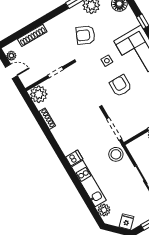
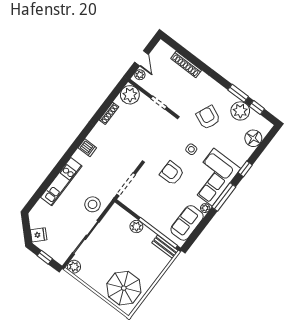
plant: (11, 56) -> (140, 75), moved
armchair: (121, 86) -> (172, 173), turned -90
stool: (116, 154) -> (93, 204), moved
dishwasher: (74, 158) -> (87, 148), moved
plant: (104, 210) -> (41, 207), removed

